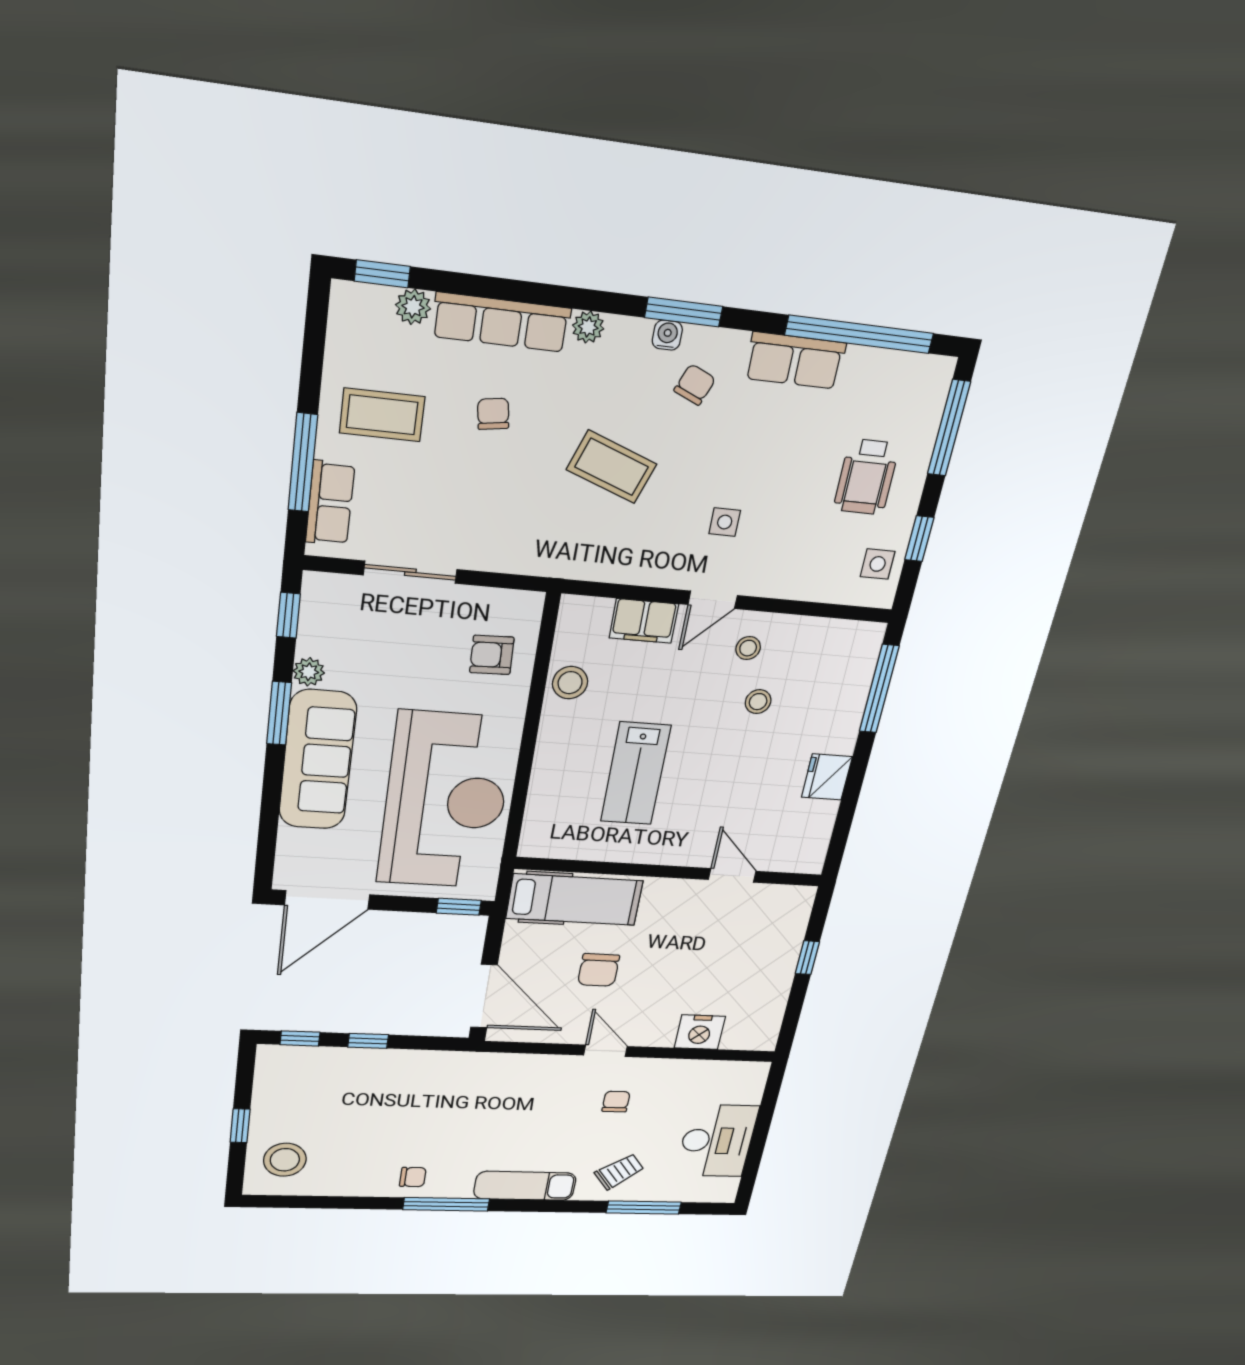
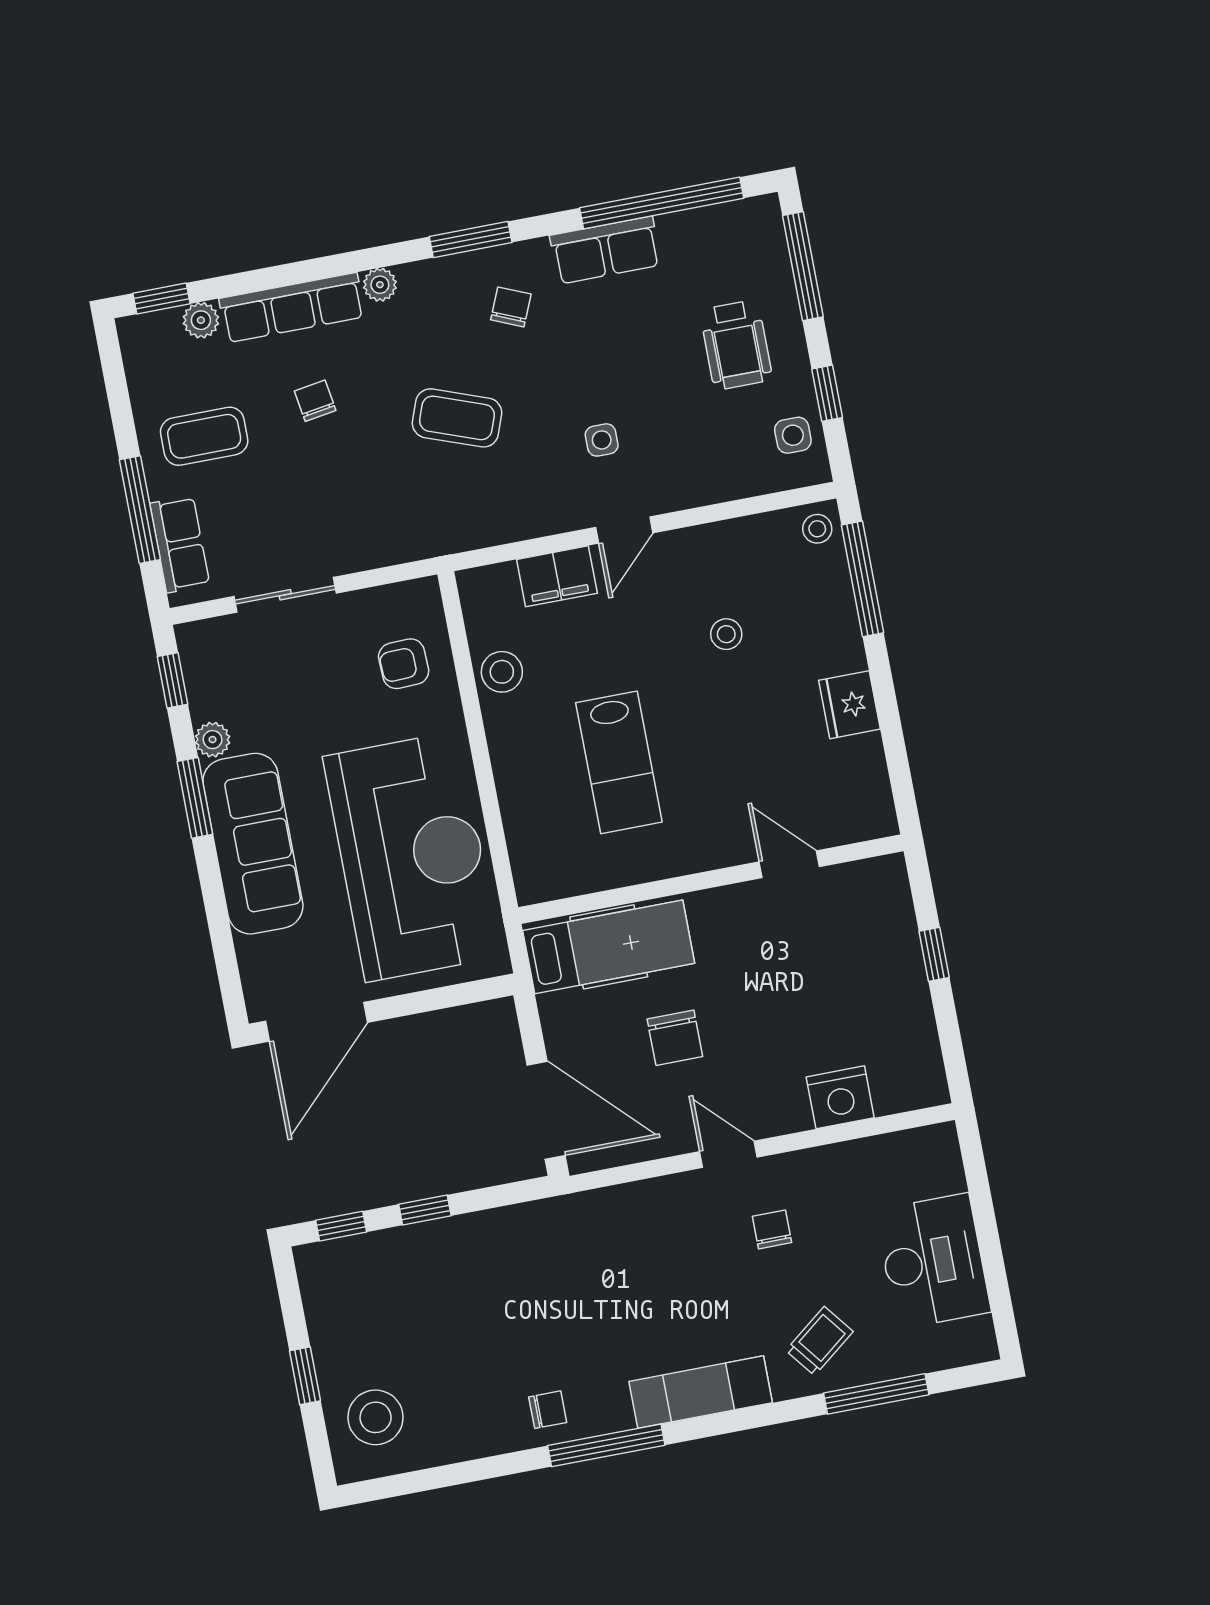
water cooler: (667, 335) -> (463, 267), removed
stool: (748, 648) -> (817, 529), moved
window: (459, 907) -> (473, 992), removed

